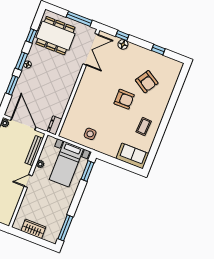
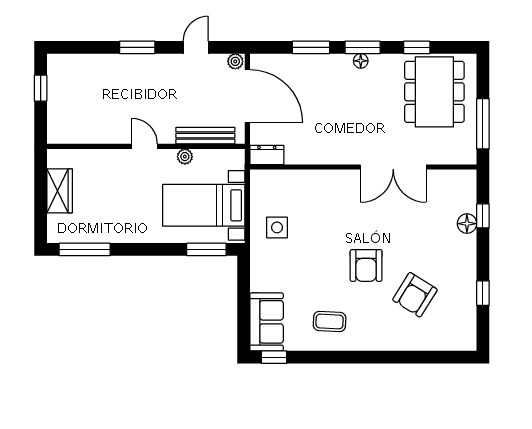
double door: (91, 49) -> (393, 167), moved
door: (23, 124) -> (247, 96), hinge flipped
window: (150, 159) -> (274, 357), added

